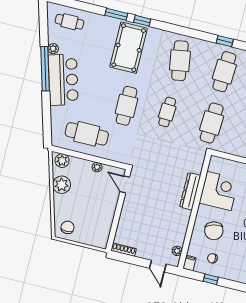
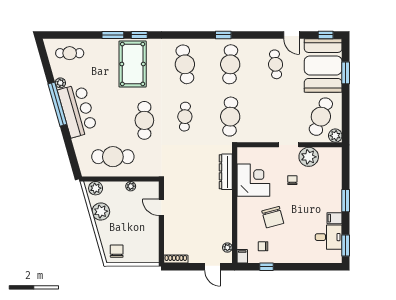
door: (125, 184) -> (161, 207), moved
dresser: (190, 191) -> (226, 172), moved
chair: (214, 231) -> (273, 217), moved

